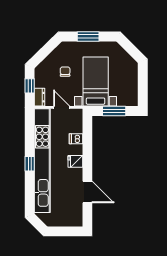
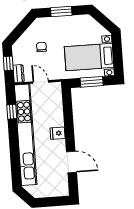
bed with nightstands: (96, 82) -> (89, 57), moved, turned -90
dishwasher: (76, 139) -> (57, 111), removed
window: (30, 164) -> (12, 112), moved

